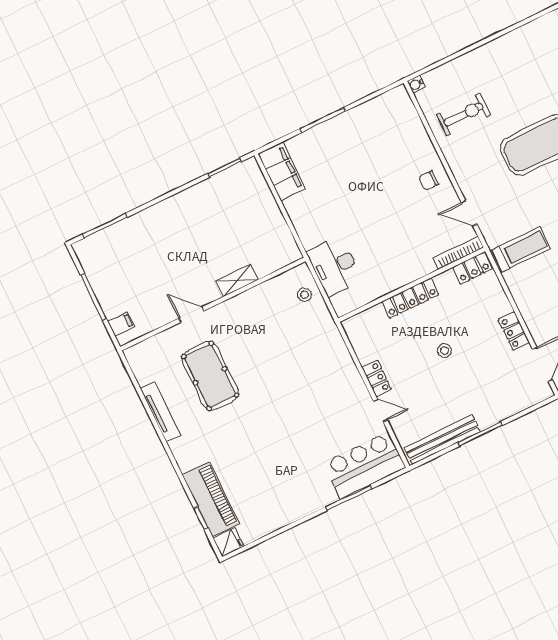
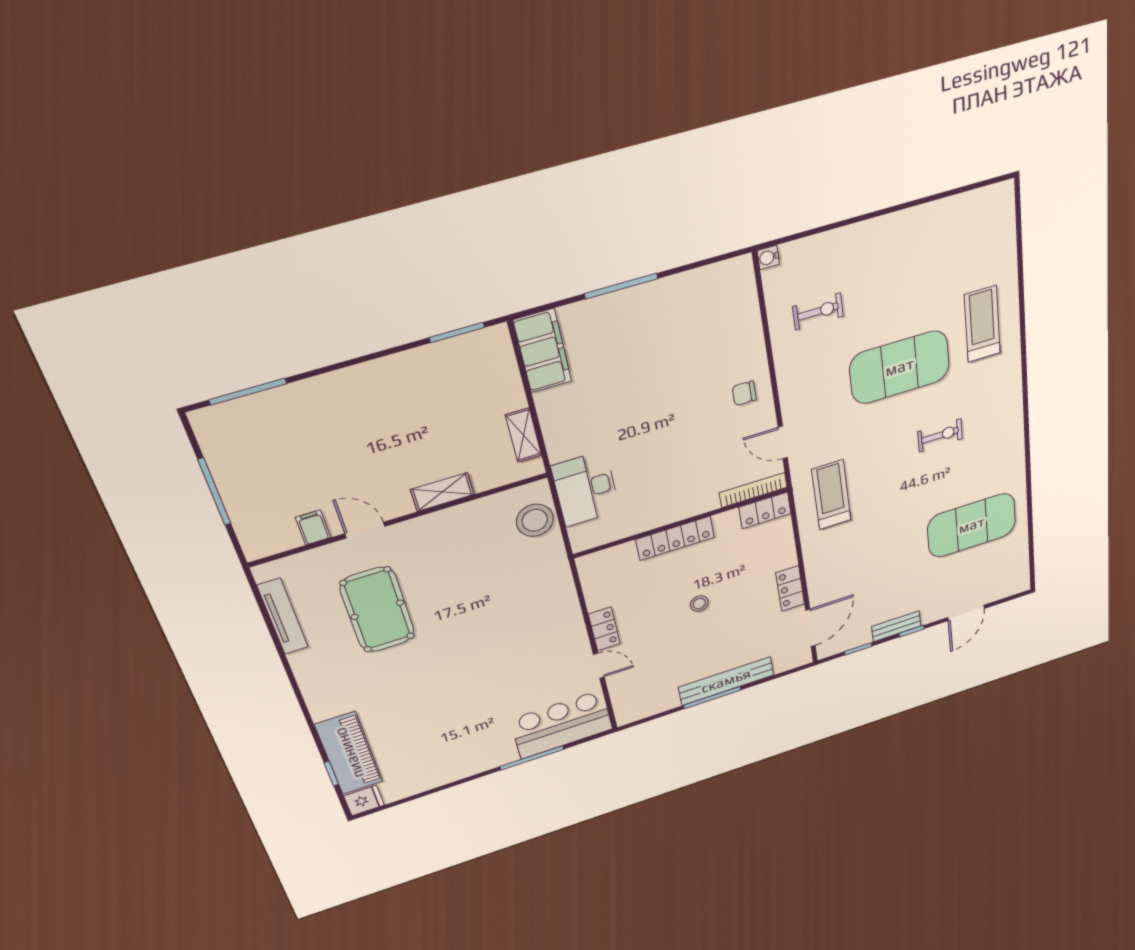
exercise bike: (463, 115) -> (818, 311), width x0.73, depth x0.72
shelving: (282, 232) -> (523, 435), added
treadmill: (521, 249) -> (831, 495), turned -90
stool: (304, 295) -> (535, 520), width x1.89, depth x1.89
filing cabinet: (121, 324) -> (313, 528), moved, turned -90
tv unit: (160, 412) -> (283, 617), moved
bench: (442, 440) -> (726, 681), moved

